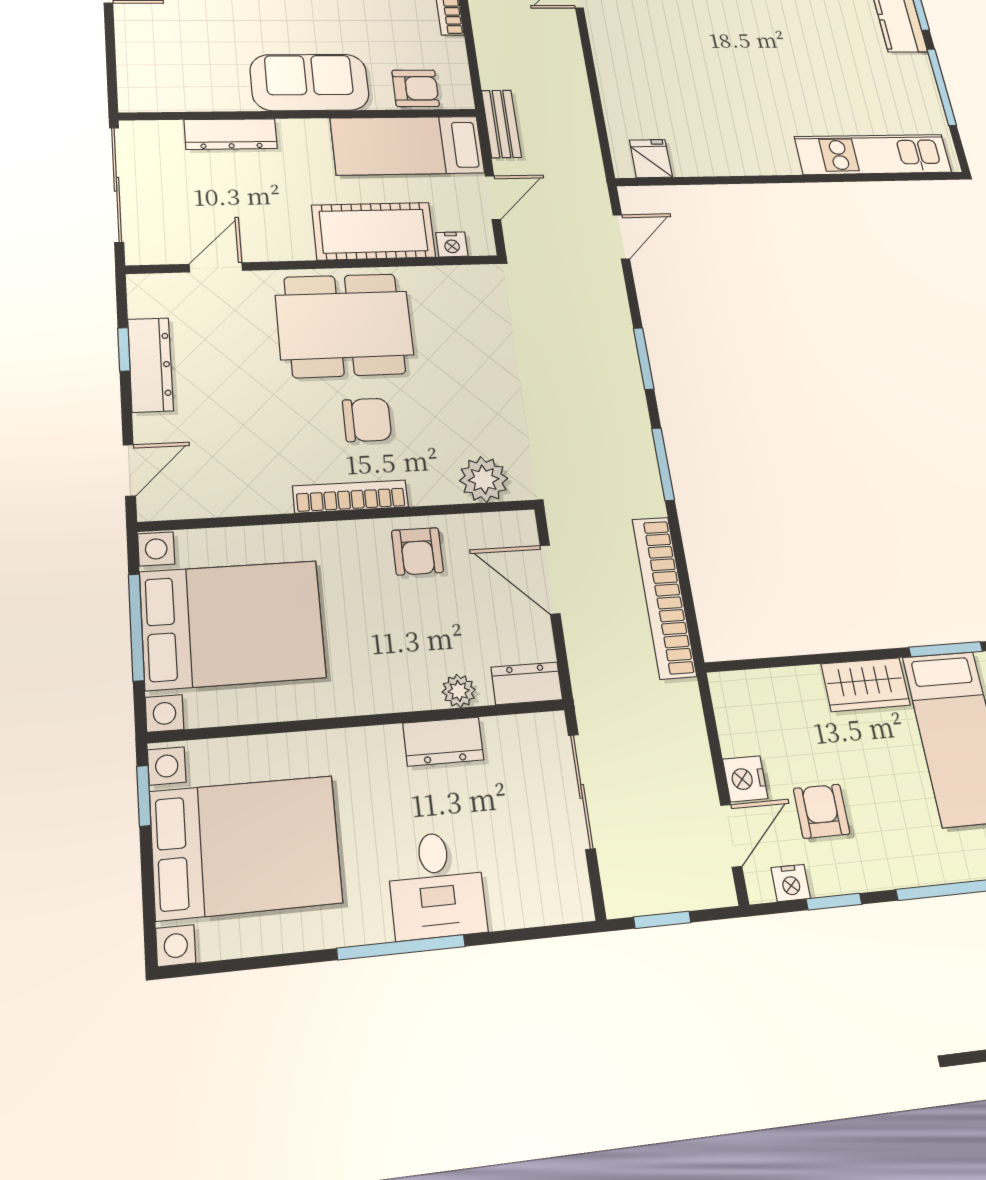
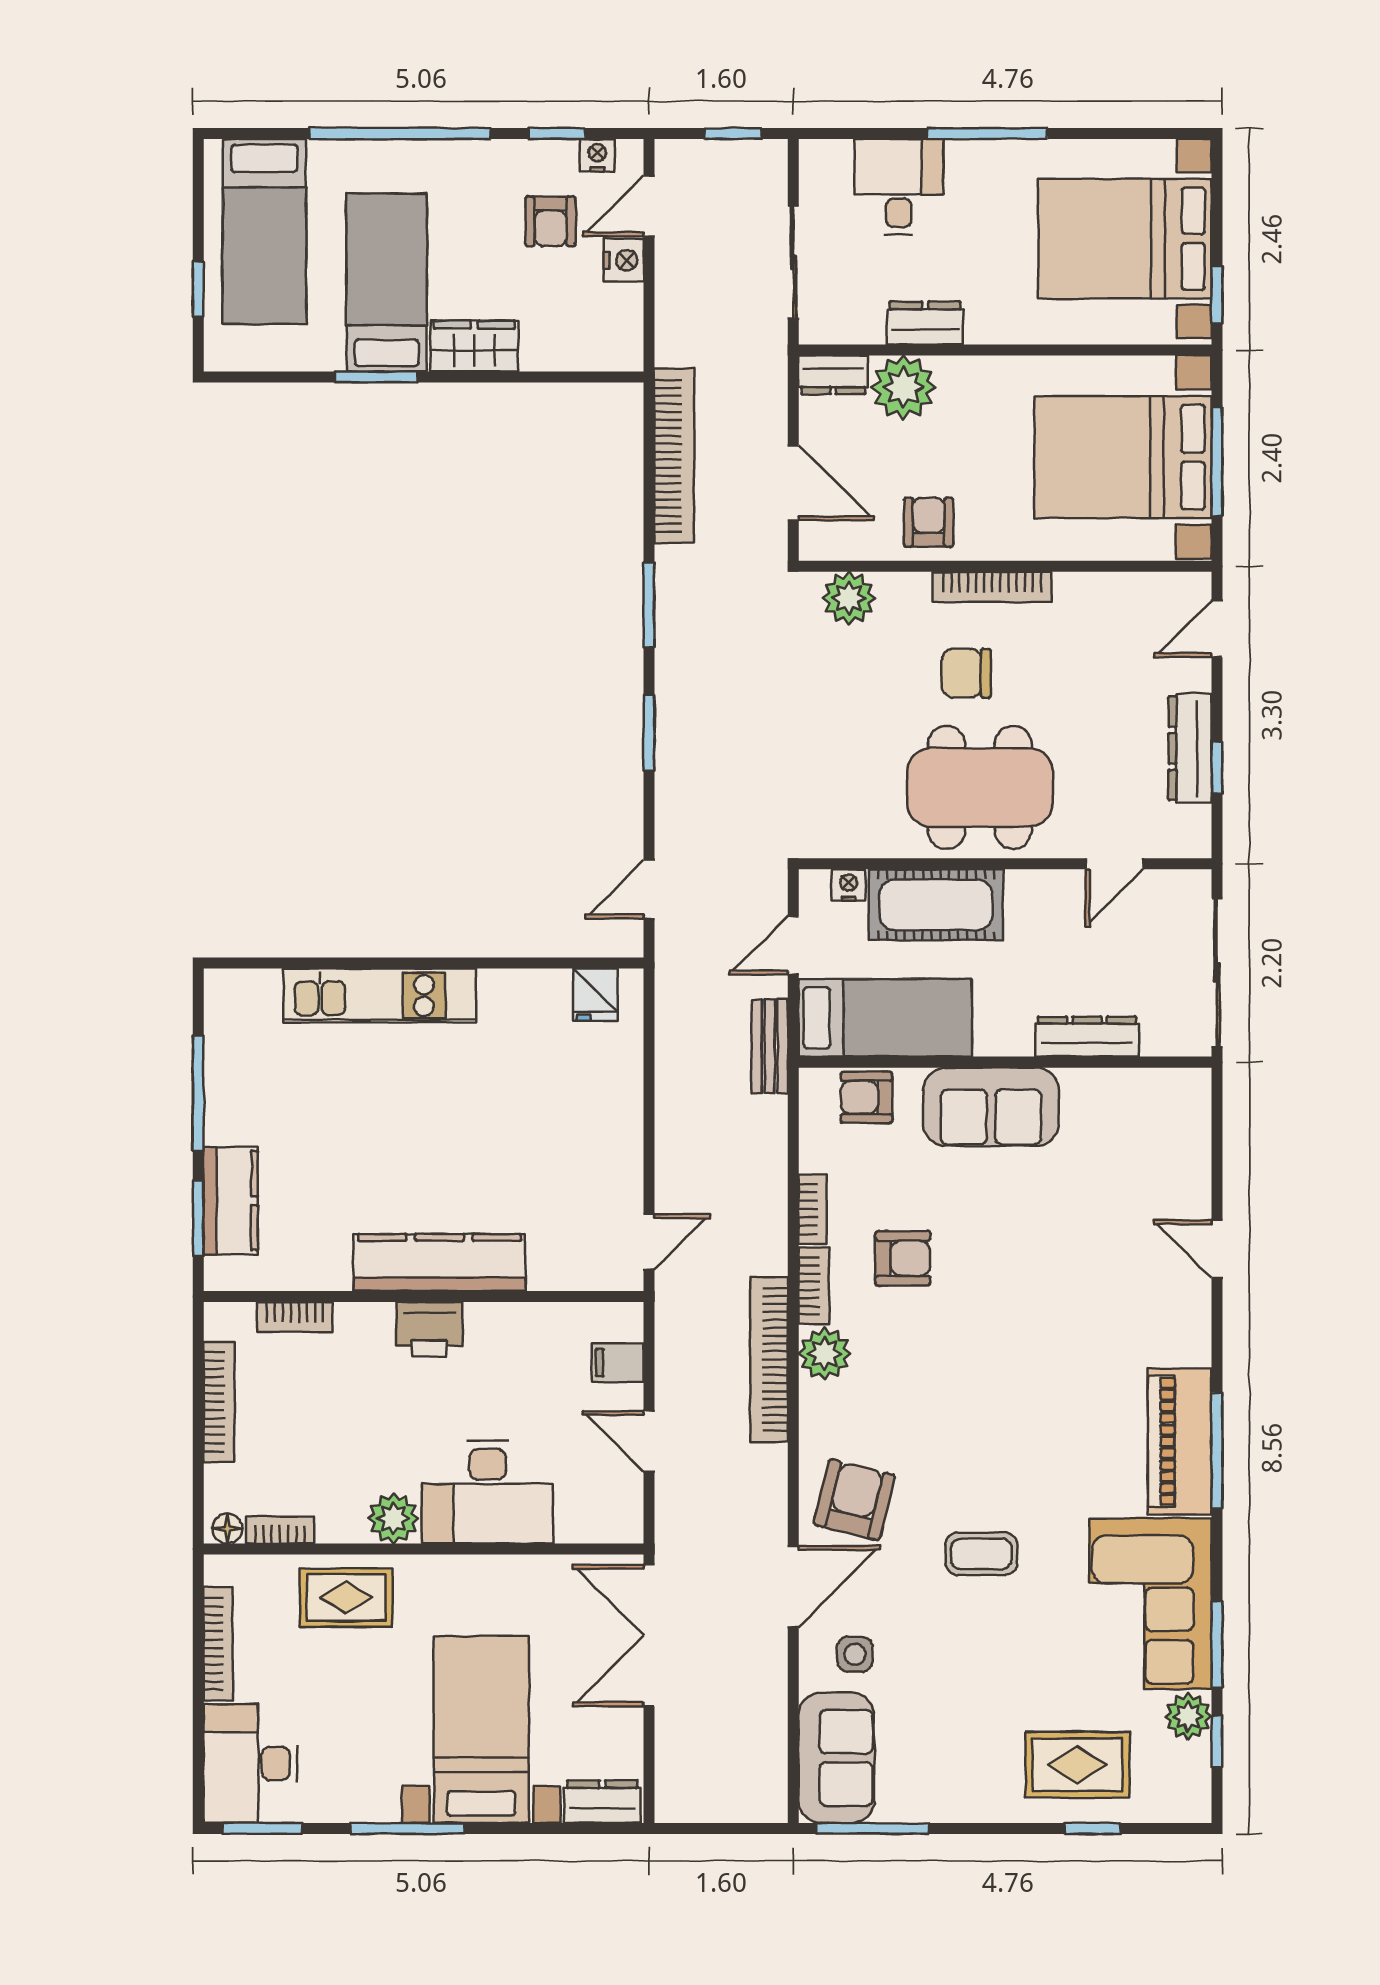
kitchen unit: (873, 154) -> (380, 996), moved
plant: (459, 691) -> (903, 387), width x1.87, depth x1.87
desk: (436, 885) -> (899, 187), moved

